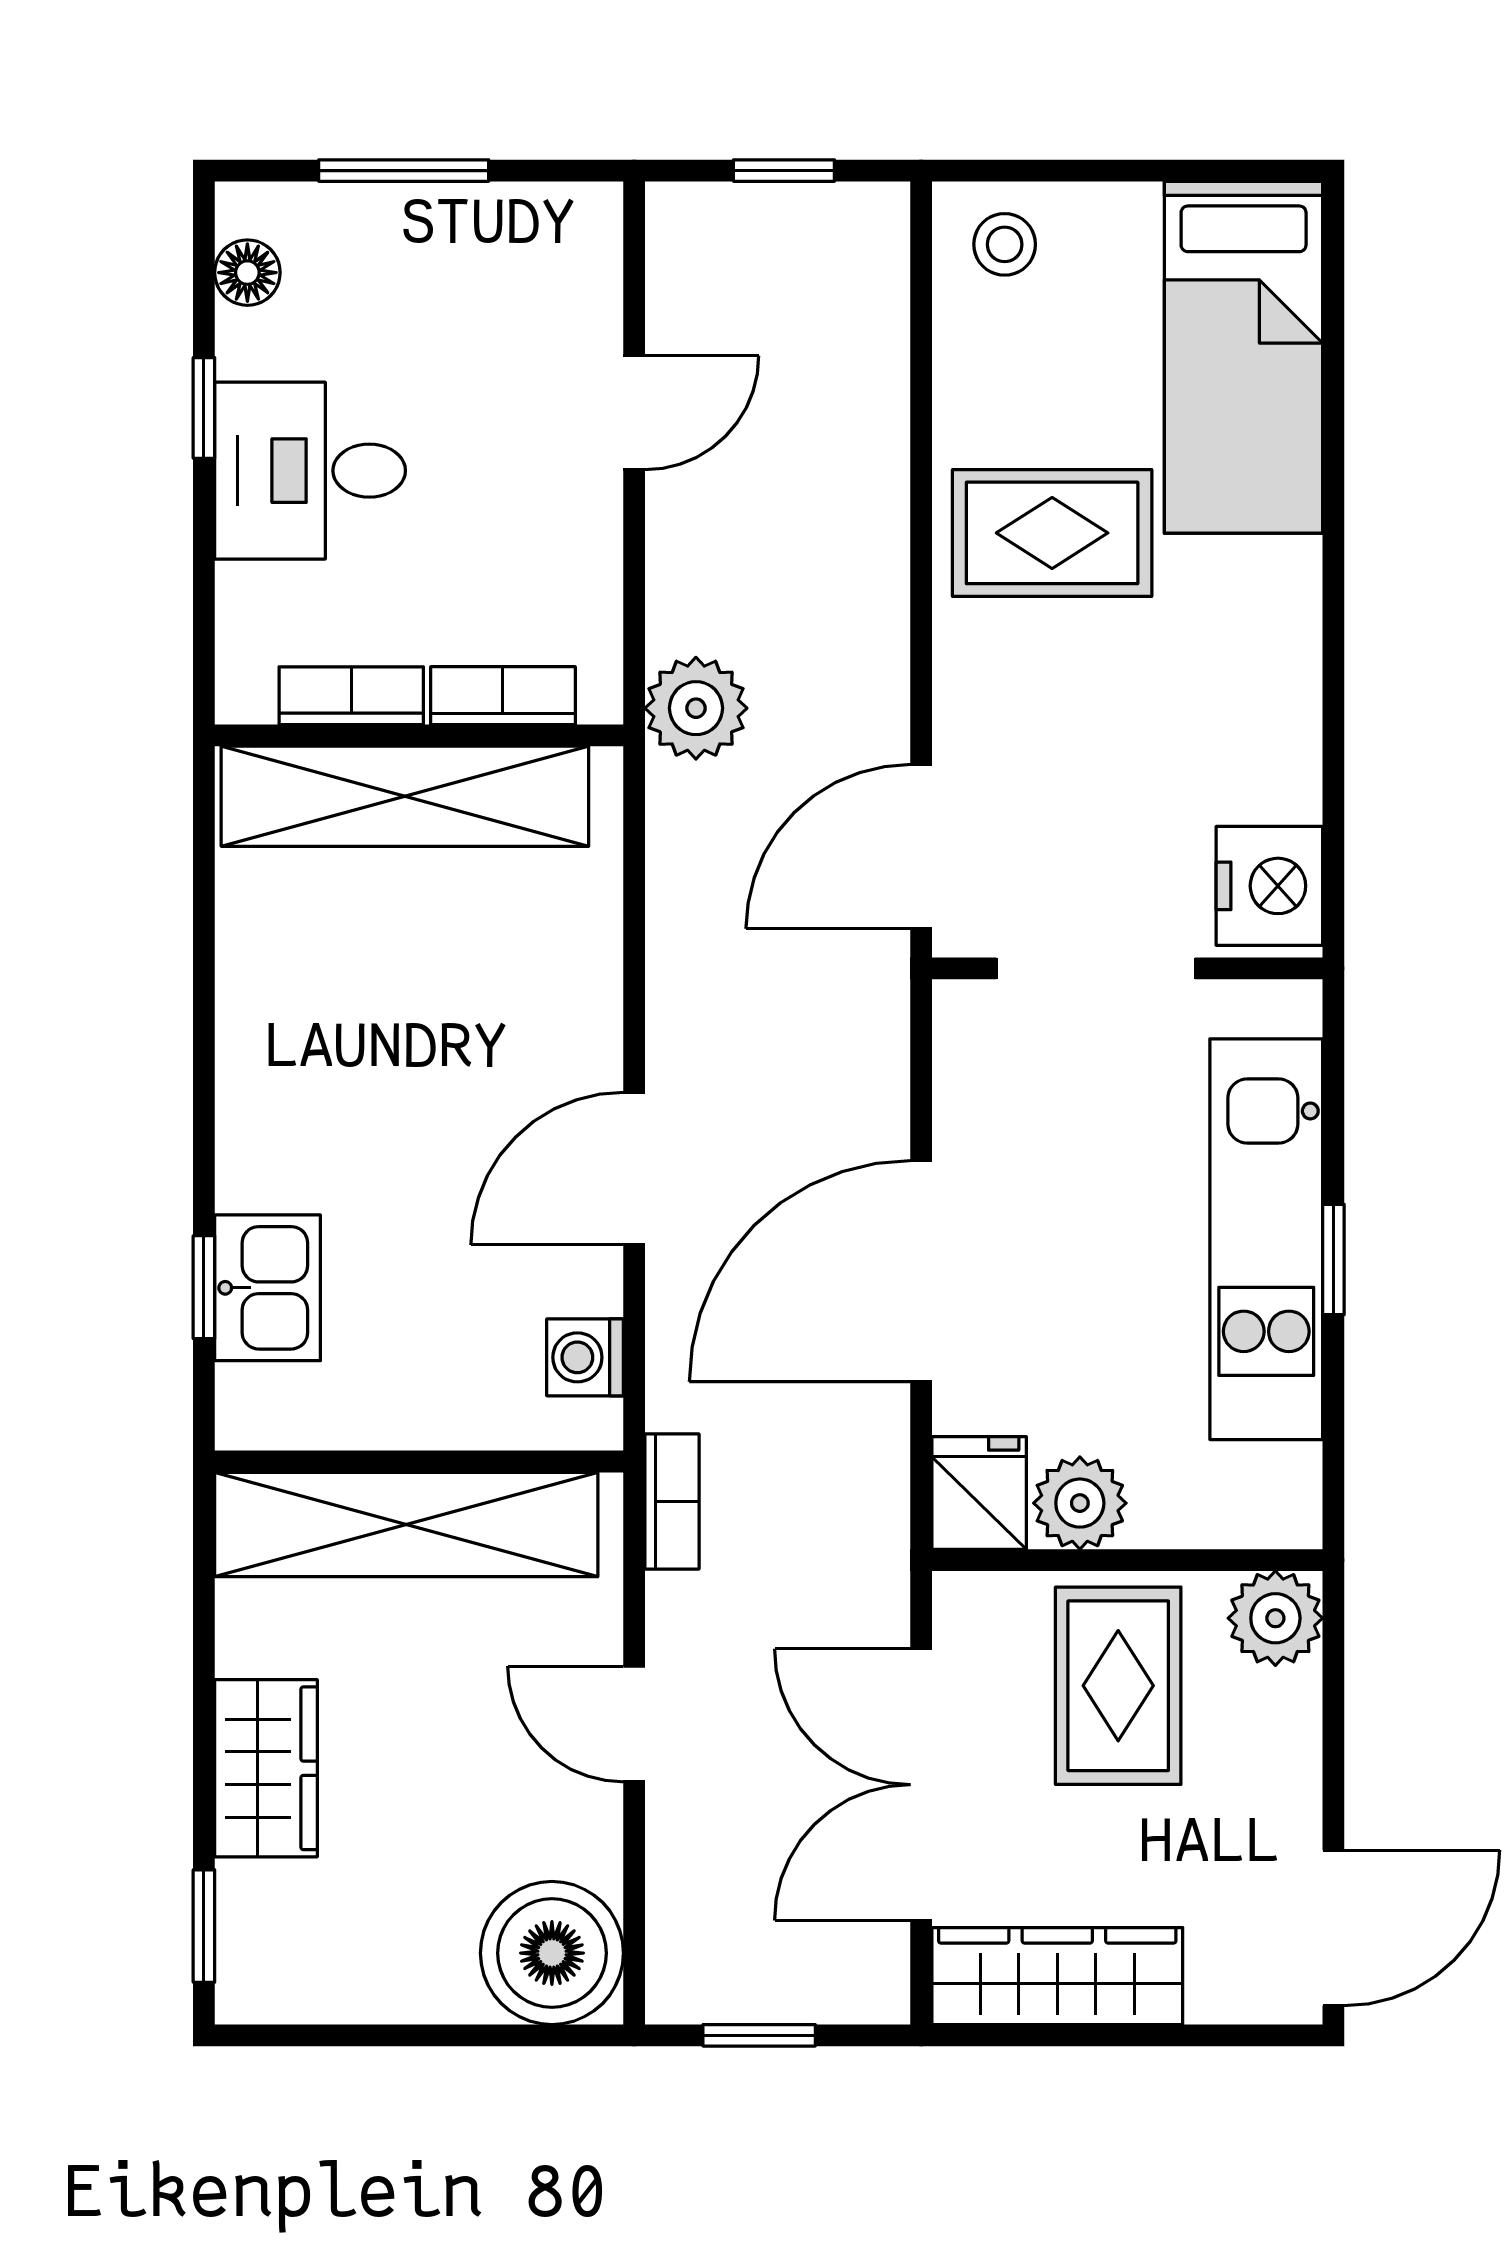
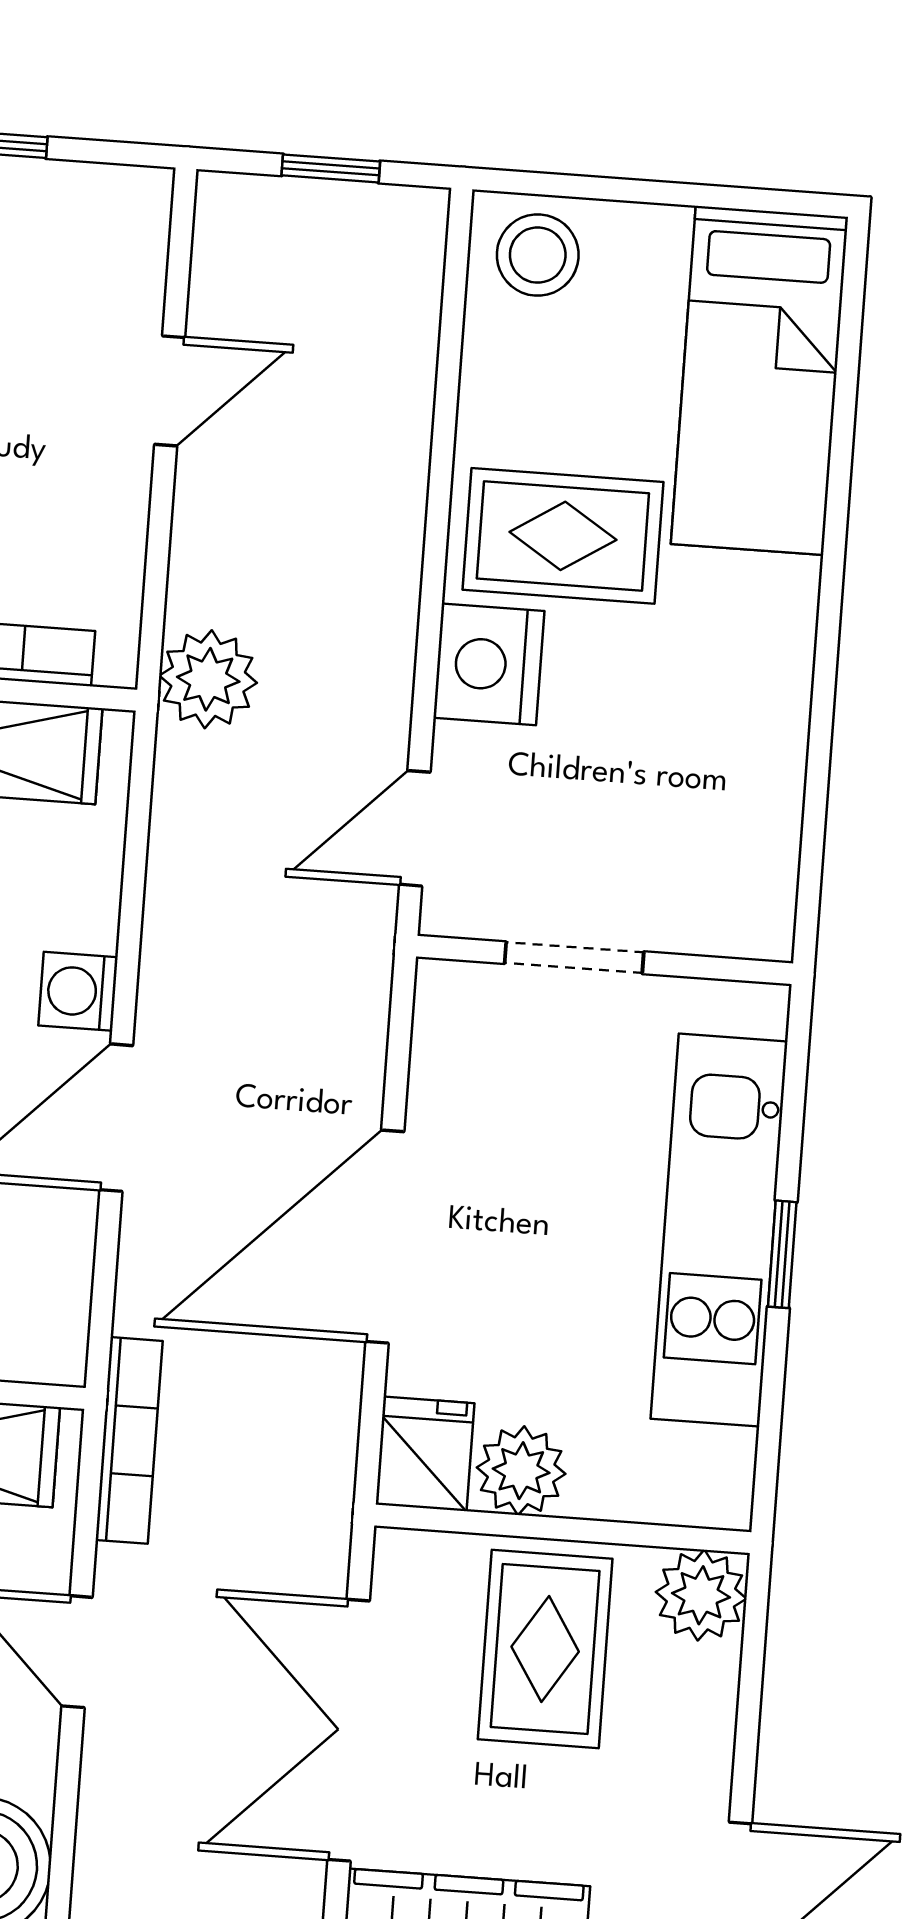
stool: (1005, 244) -> (538, 255), width x1.37, depth x1.37
door: (921, 847) -> (415, 828), width x0.73
nightstand: (1269, 886) -> (489, 664), moved, turned 180
doorway: (1096, 968) -> (574, 958), width x0.73
washing machine: (585, 1357) -> (78, 991), moved
bookcase: (672, 1502) -> (129, 1440), width x1.56

